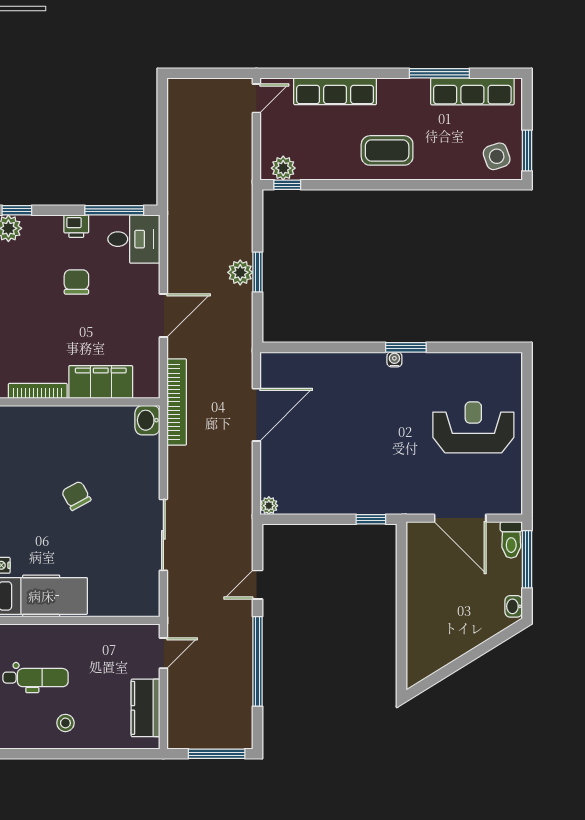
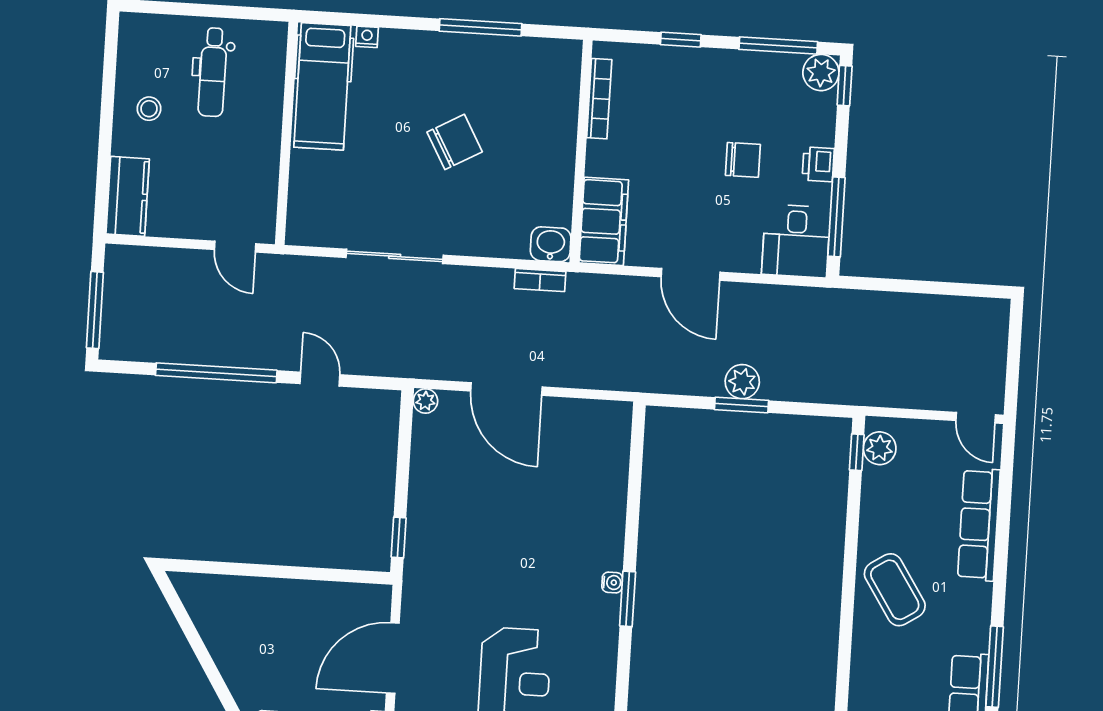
coffee table: (387, 150) -> (895, 590), turned -33
filing cabinet: (101, 382) -> (604, 221), moved
bookcase: (177, 402) -> (540, 280), width x0.43, depth x0.76
door: (256, 415) -> (506, 389), moved
chair: (76, 496) -> (455, 142), width x1.37, depth x1.37
kitchen counter: (146, 708) -> (128, 196), moved, turned 90

